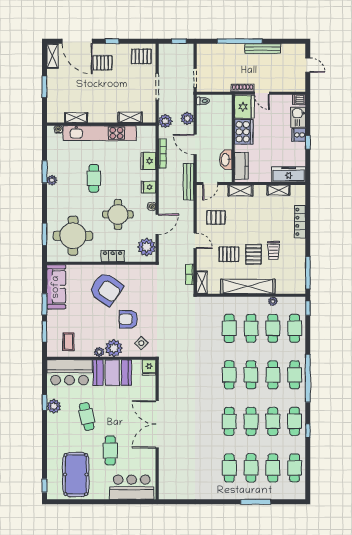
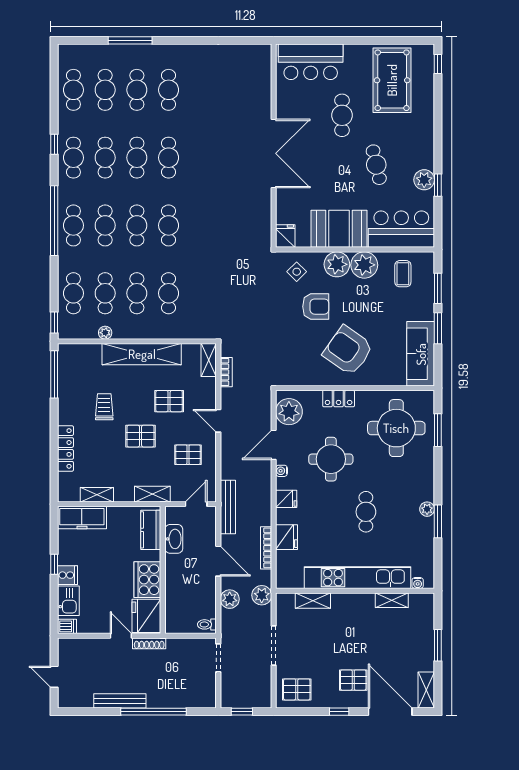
pallet: (253, 254) -> (141, 436), moved, turned 90
plant: (99, 352) -> (364, 265), width x1.88, depth x1.88

